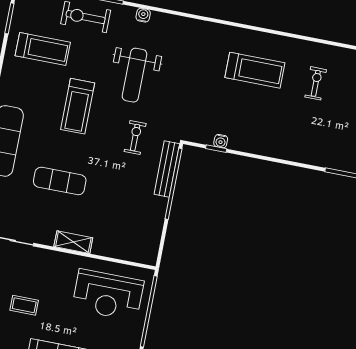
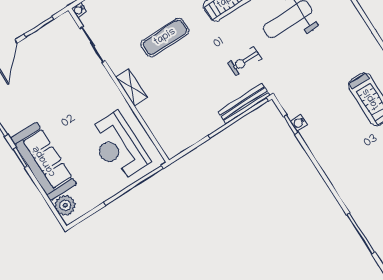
exercise bike: (135, 138) -> (245, 61), turned 180
exercise mat: (60, 181) -> (165, 37), turned 90
coffee table: (24, 305) -> (55, 95), removed

